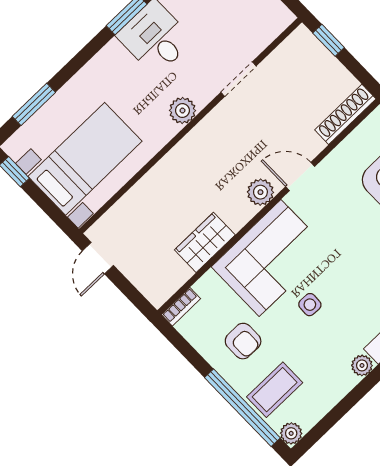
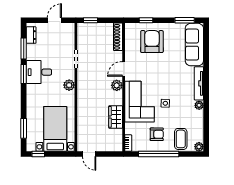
window: (242, 408) -> (159, 154), moved

